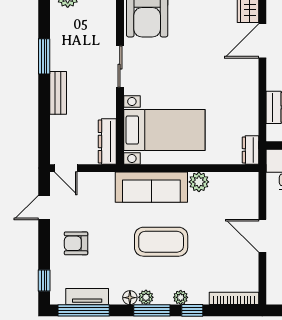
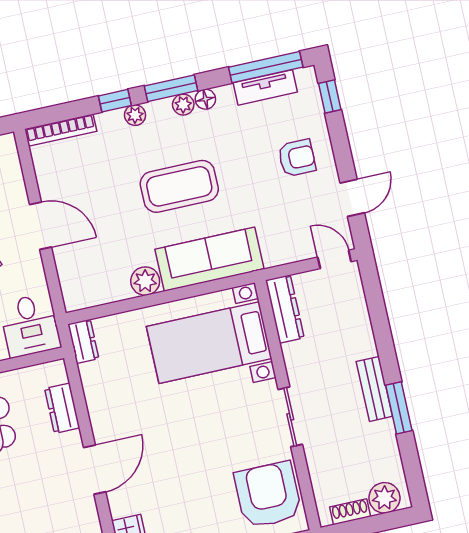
door: (262, 41) -> (95, 470), moved
bench: (58, 93) -> (374, 389), moved

